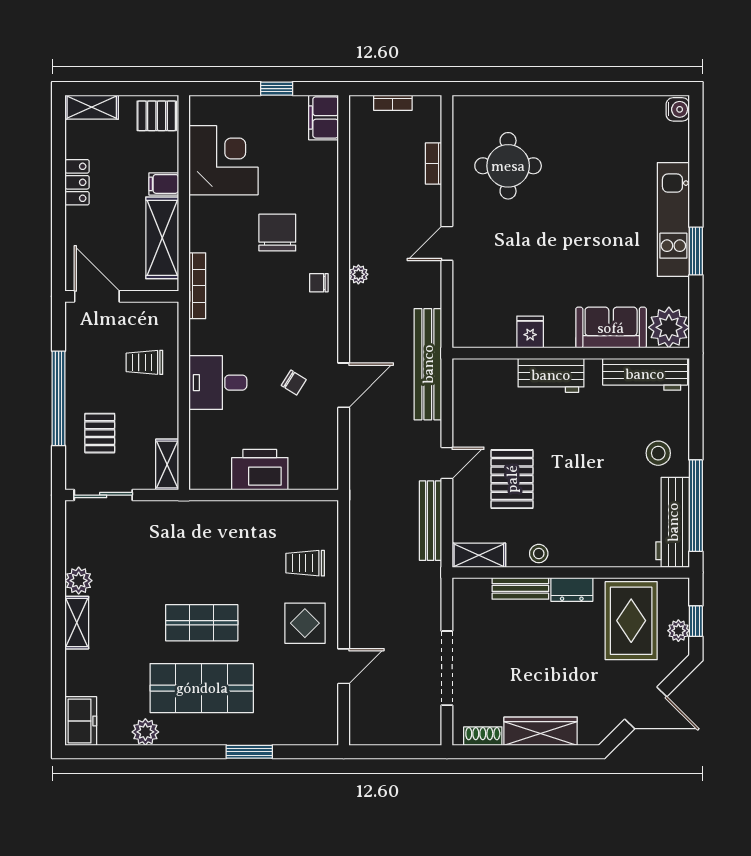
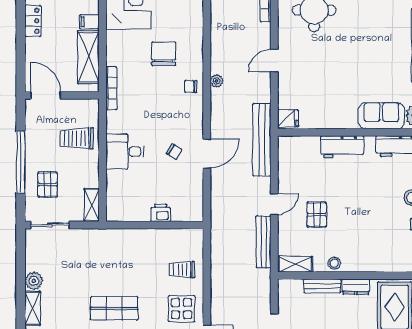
fridge: (530, 332) -> (288, 119), moved, turned 90
trolley: (144, 362) -> (77, 138), width x1.36, depth x1.39
printer: (260, 470) -> (161, 213), width x0.53, depth x0.68
pallet: (512, 479) -> (317, 215), width x0.67, depth x0.71

